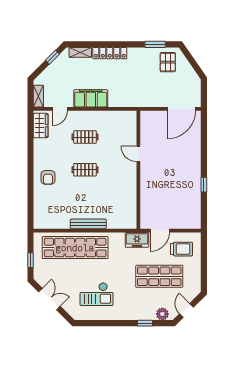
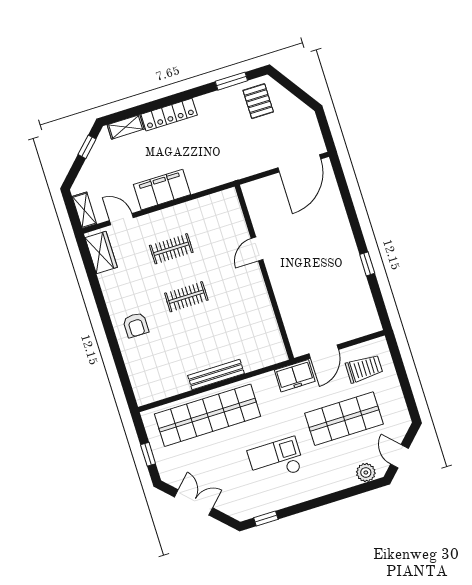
door: (60, 109) -> (121, 219), swing flipped
door: (138, 154) -> (257, 249), hinge flipped
checkout: (97, 294) -> (276, 460), moved, turned 180
window: (145, 323) -> (266, 519), moved

